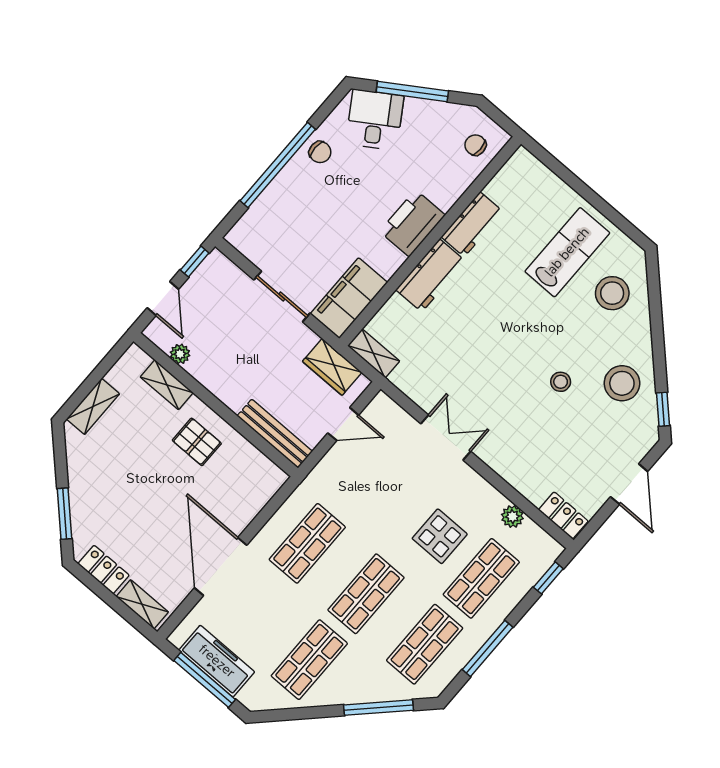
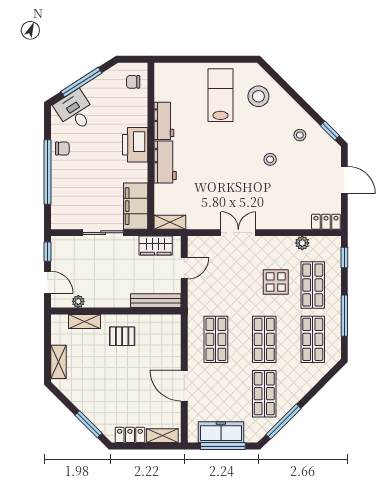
stool: (622, 383) -> (300, 135), width x0.53, depth x0.53
door: (221, 567) -> (184, 386), width x0.73
window: (379, 708) -> (283, 421), moved

